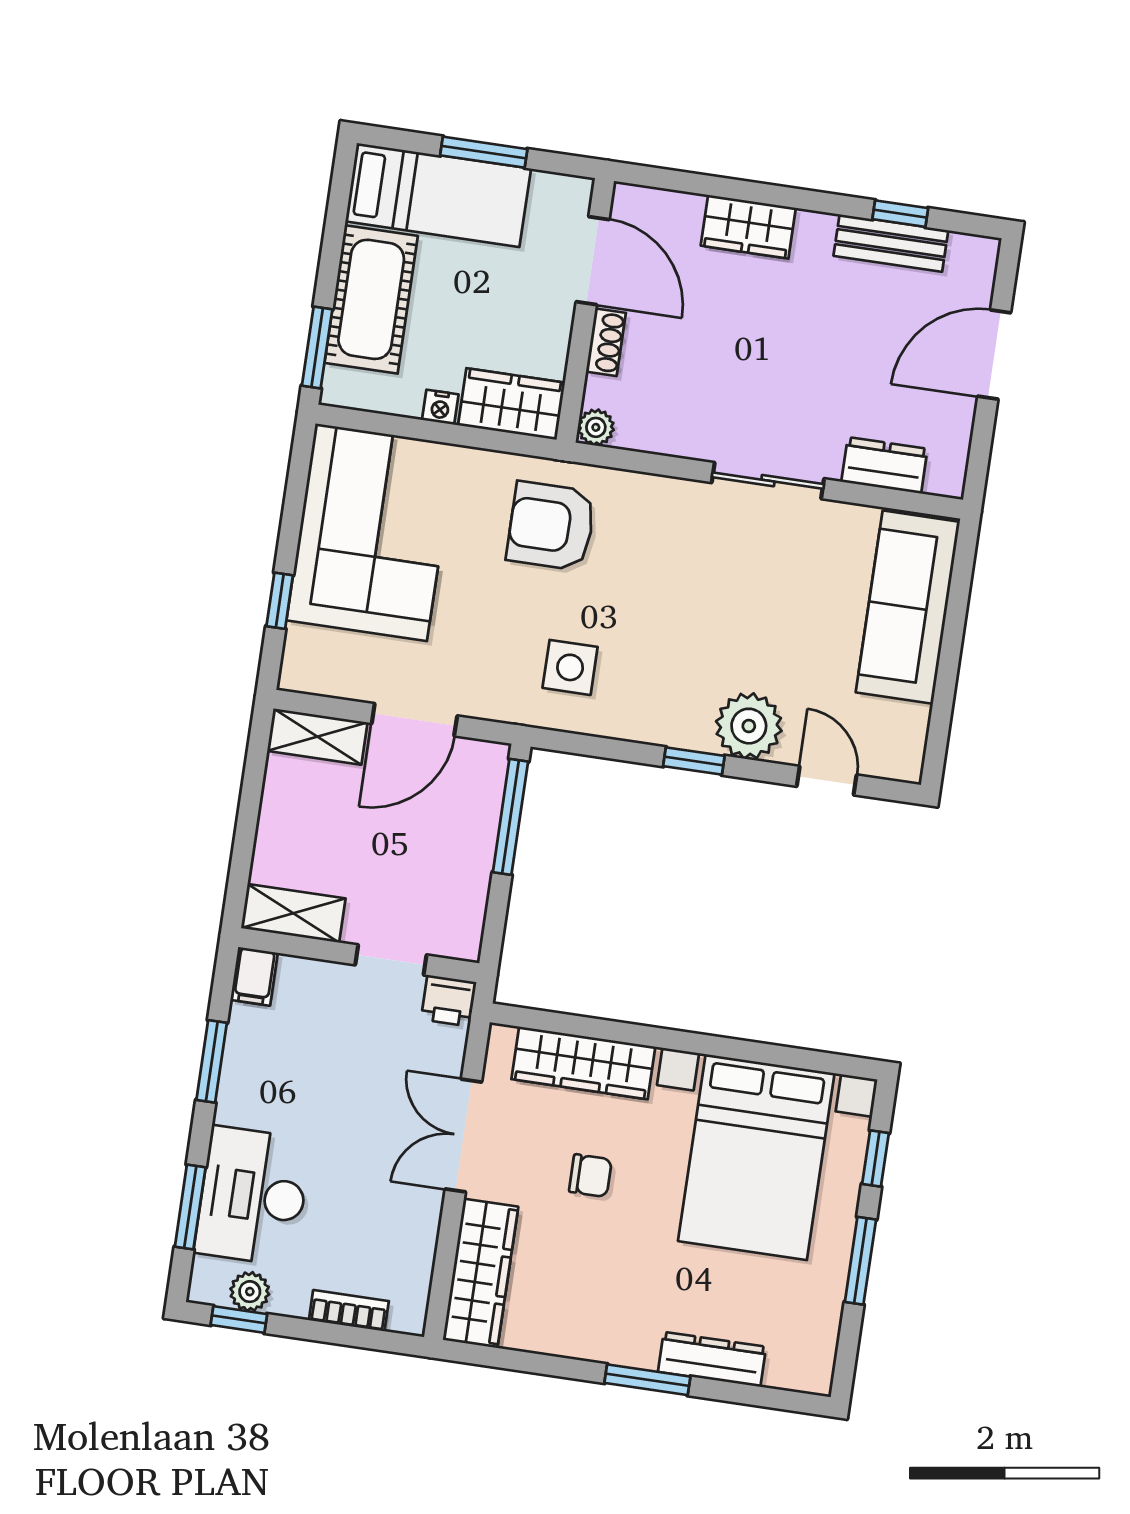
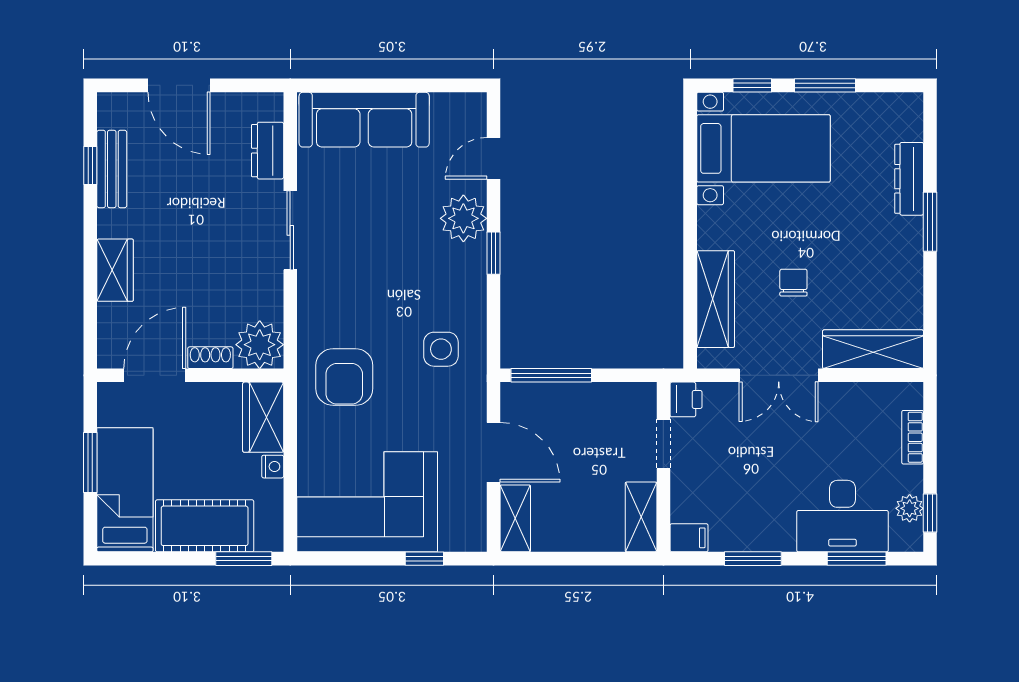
plant: (596, 427) -> (260, 345), width x1.87, depth x1.87
bed with nightstands: (756, 1157) -> (763, 148), width x0.73

